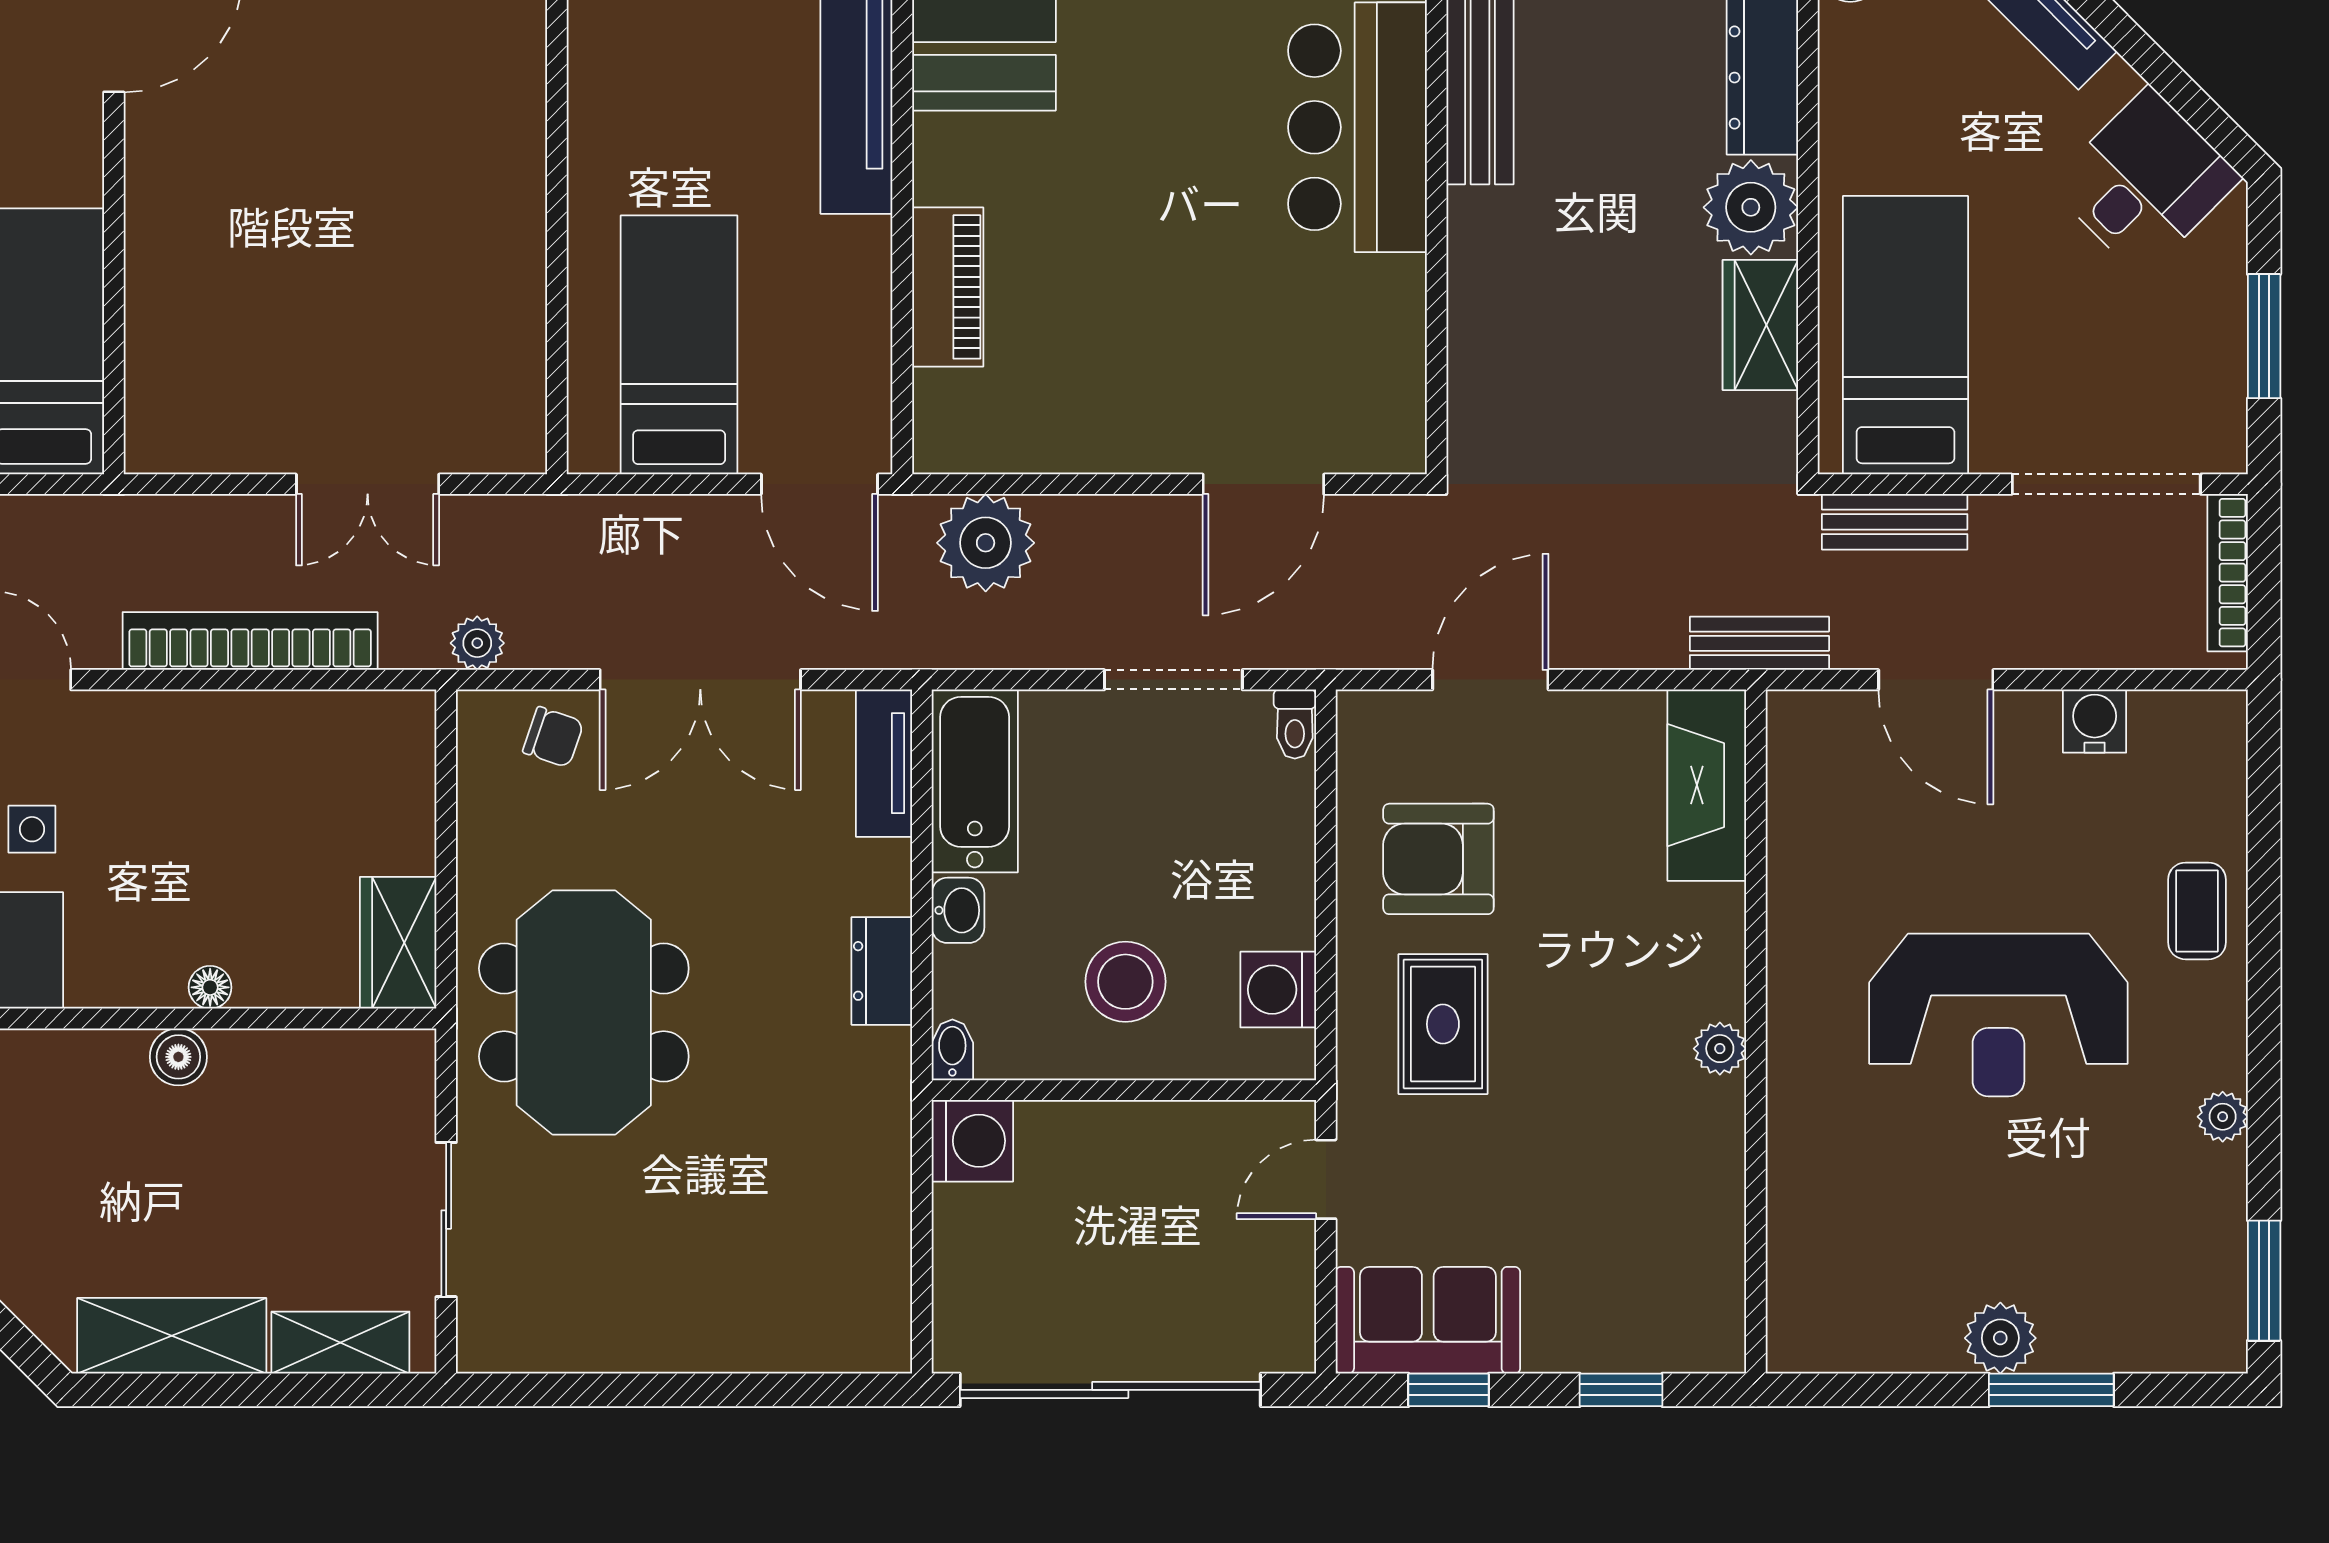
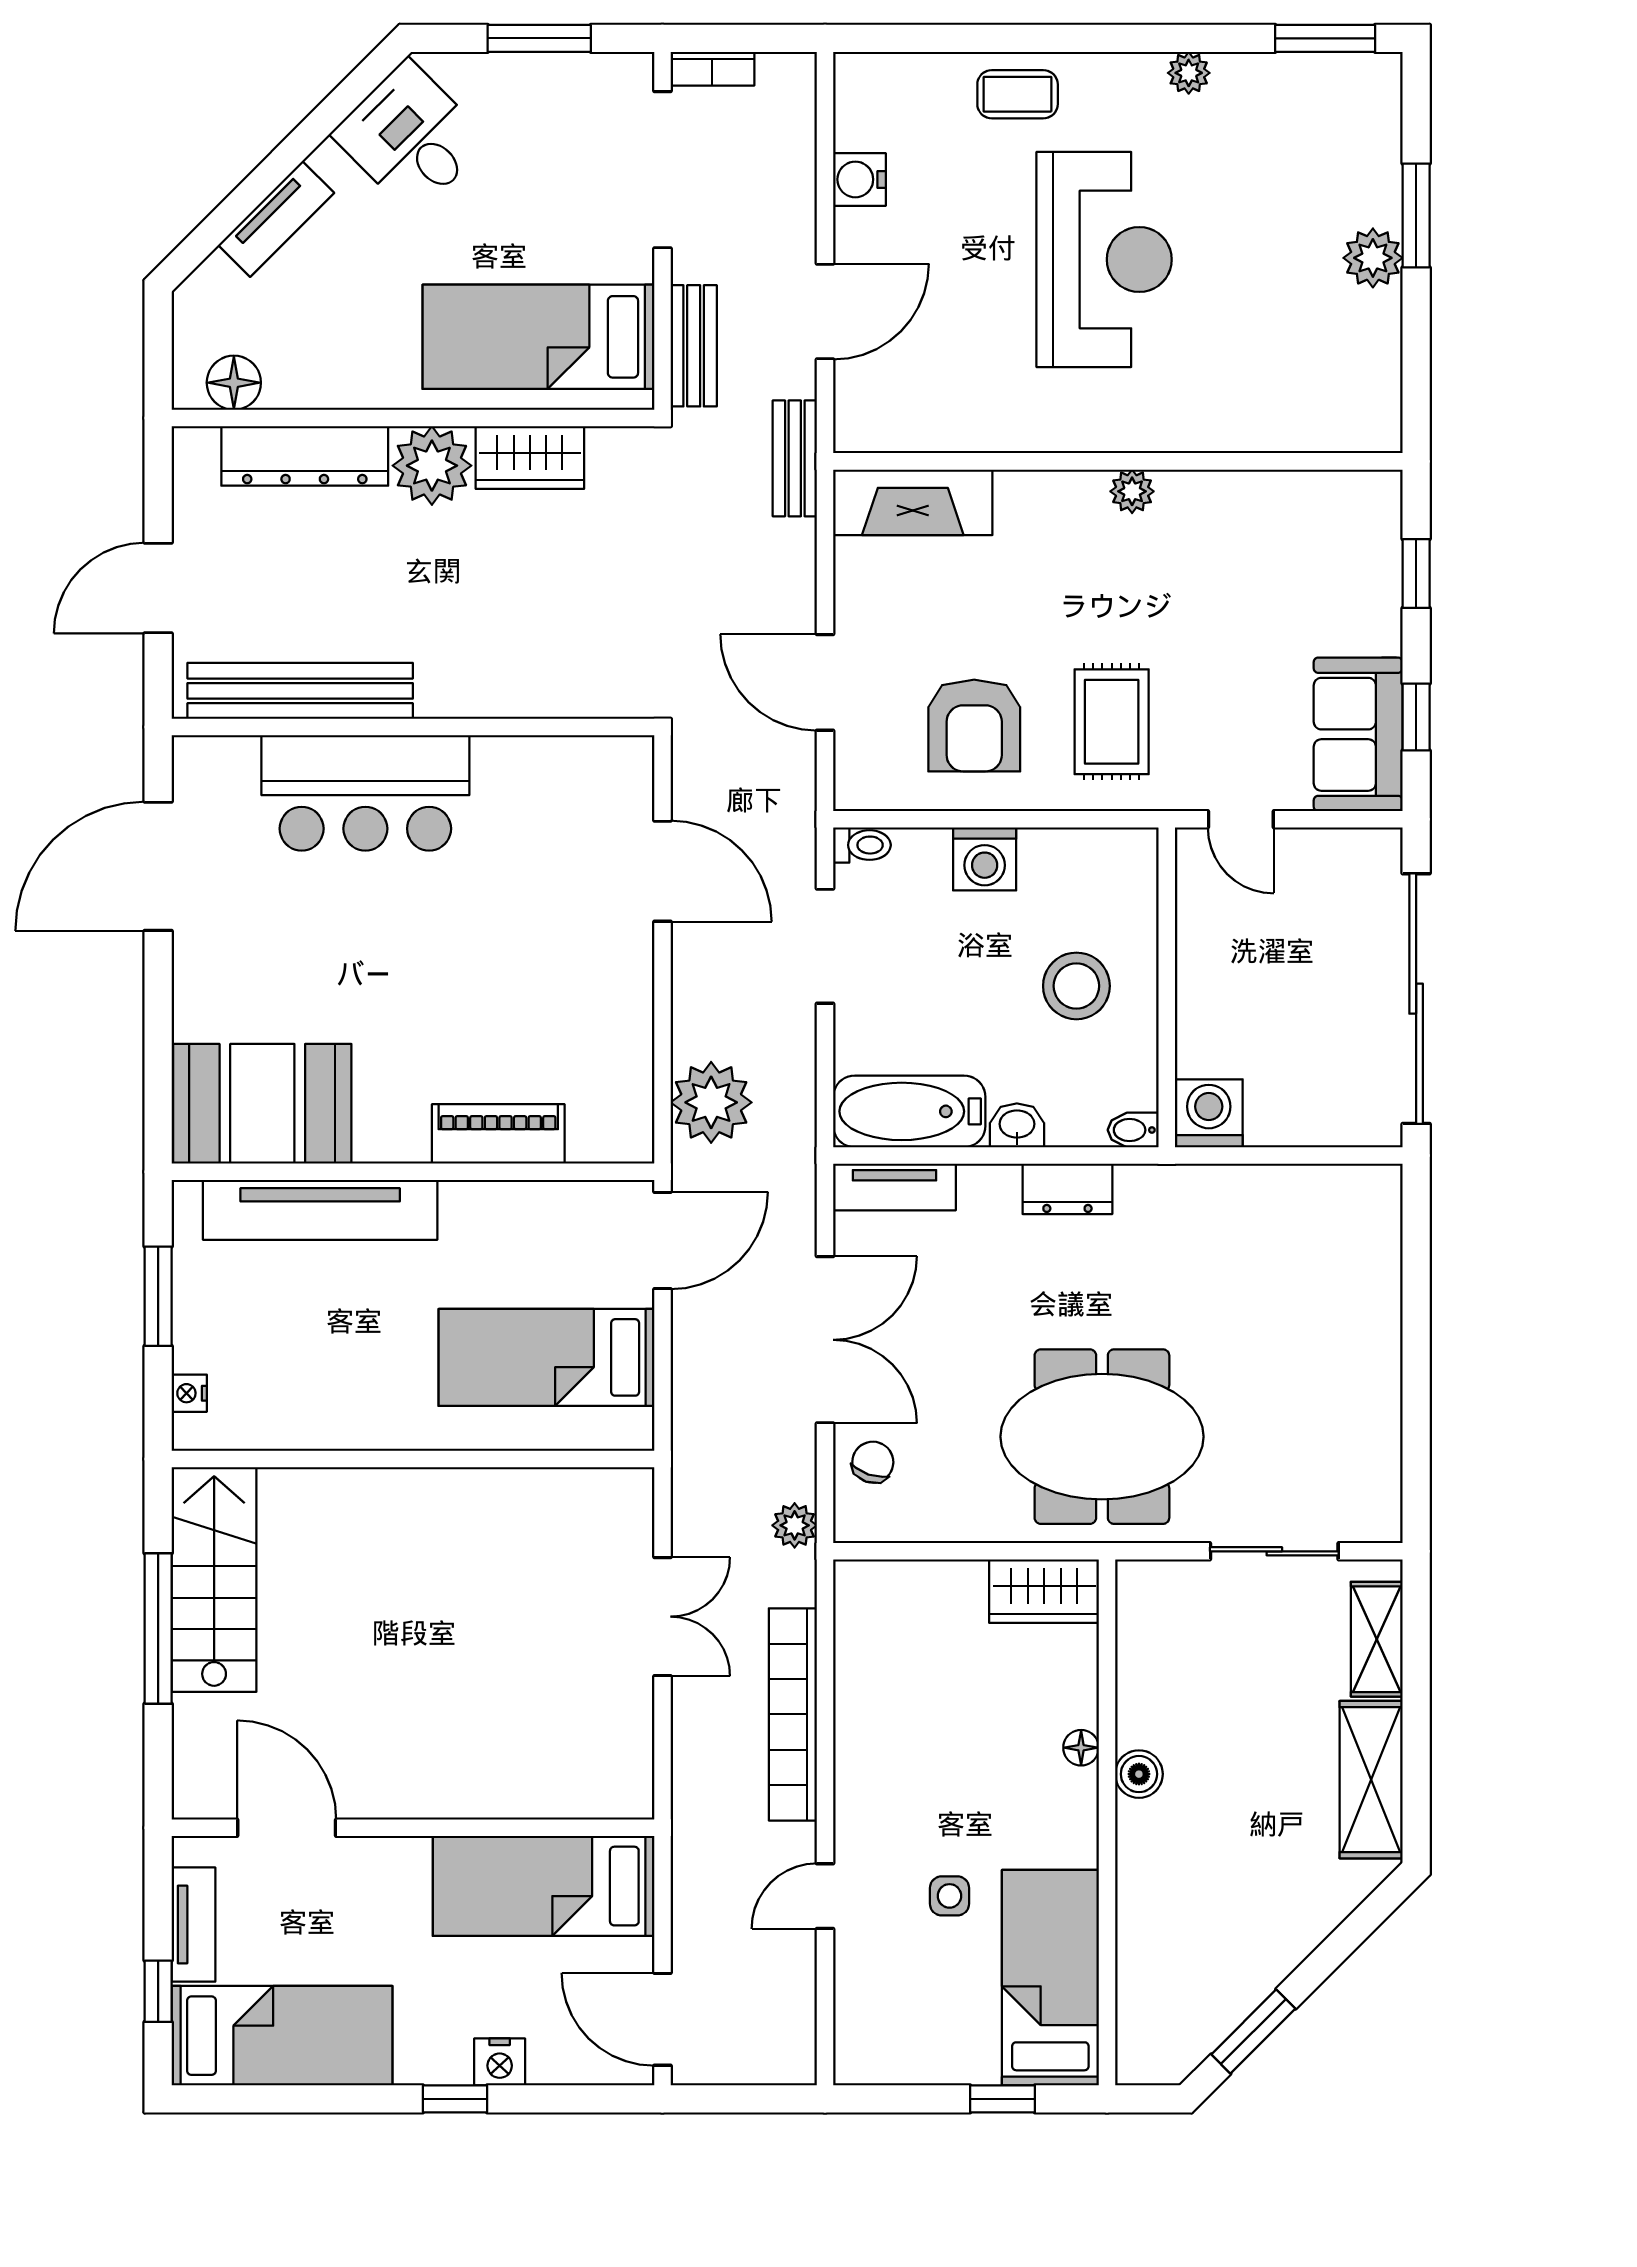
bookcase: (2228, 573) -> (712, 69), width x0.64
washing machine: (1278, 990) -> (985, 859), moved
rug: (1443, 1024) -> (1112, 722), turned 90

